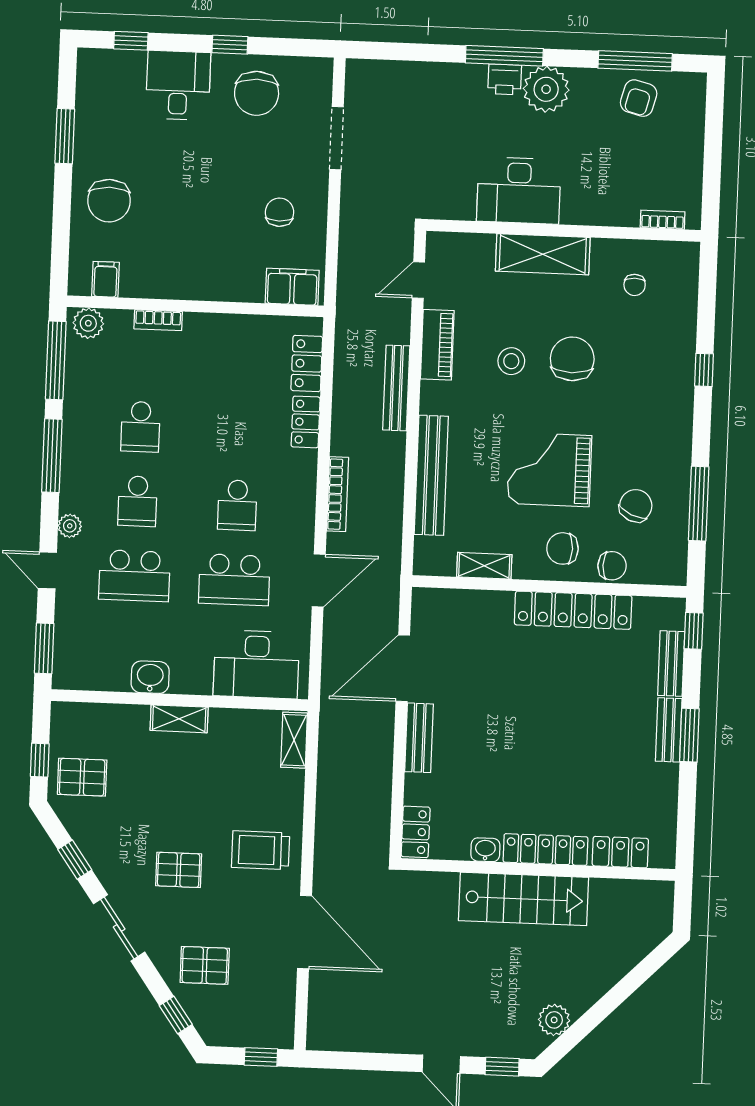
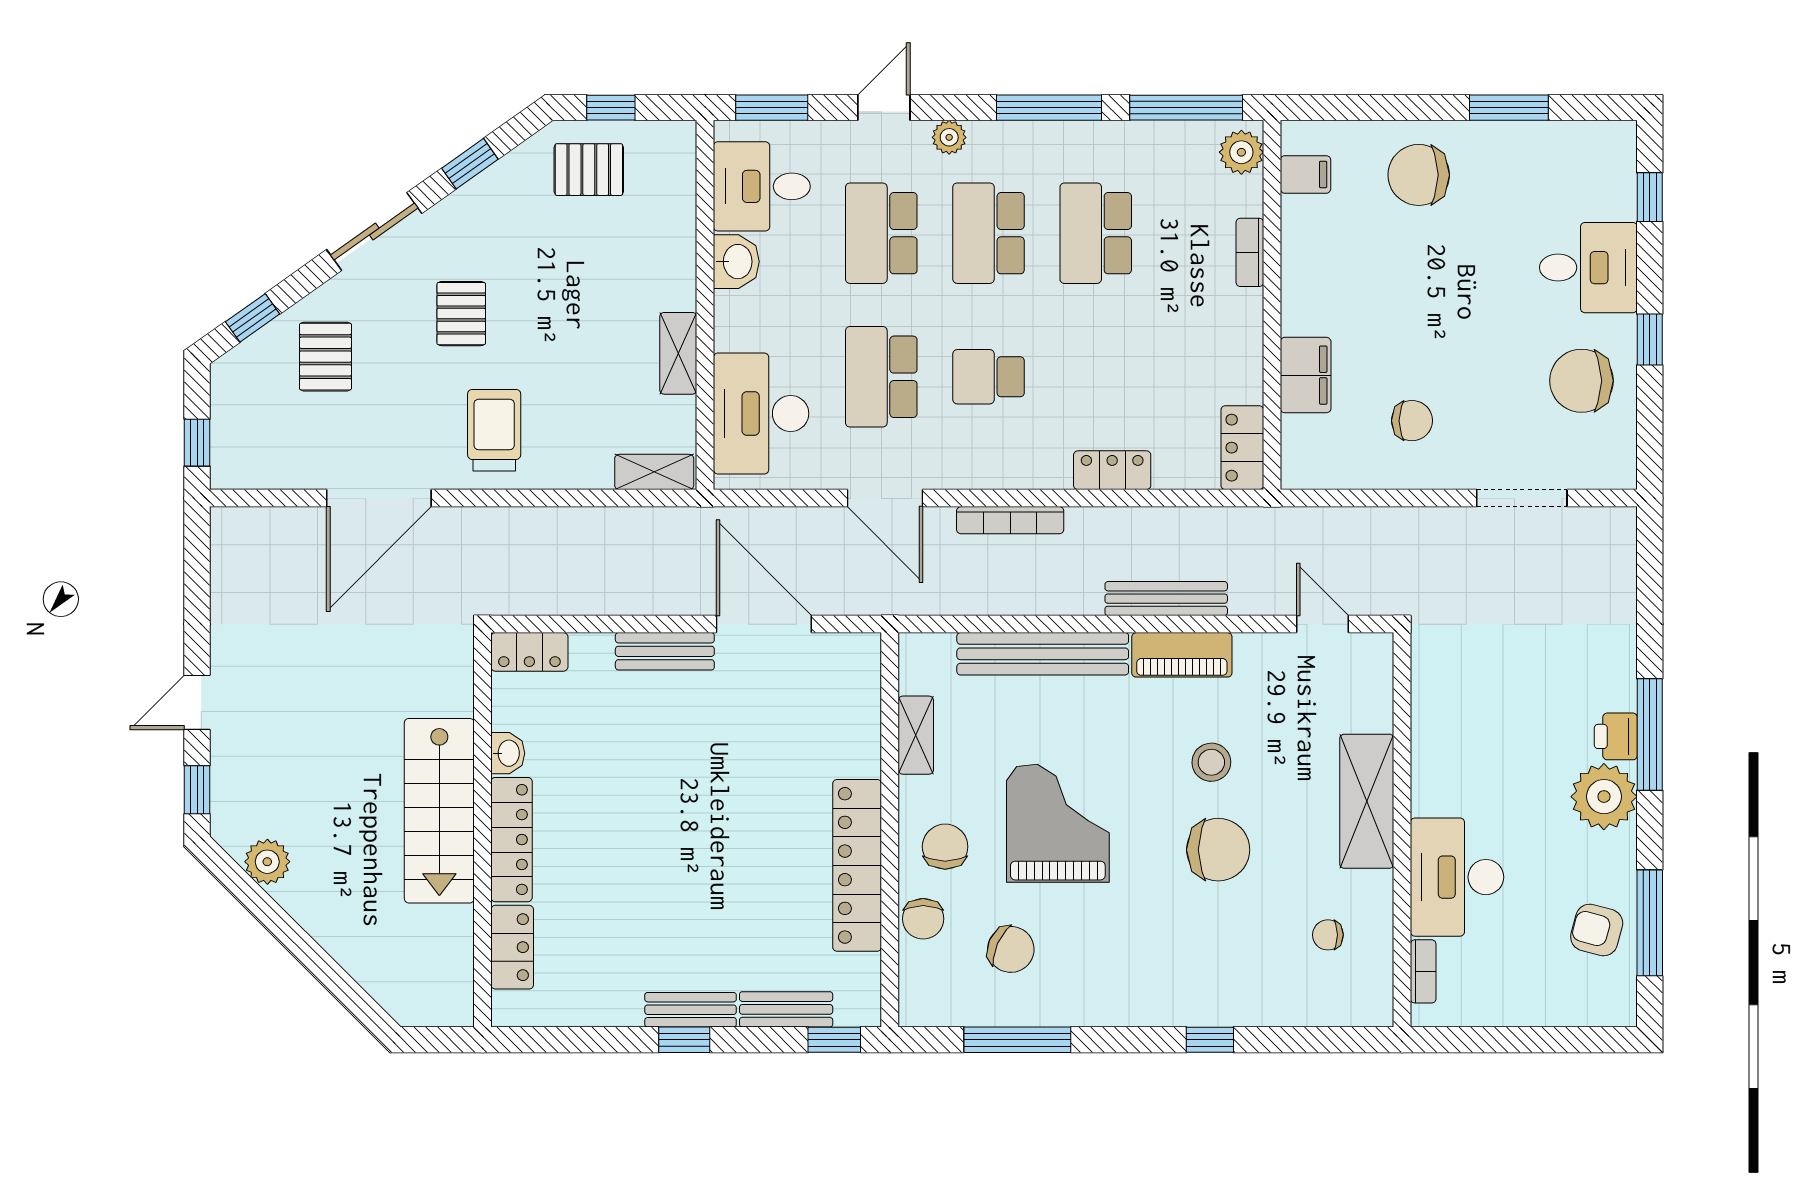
desk: (519, 190) -> (1457, 877), moved
filing cabinet: (292, 287) -> (1306, 375), moved
piano: (437, 345) -> (1182, 655), moved
locker: (307, 363) -> (1242, 448), moved, turned -90
school desk: (140, 427) -> (1096, 233), width x1.85
school desk: (137, 501) -> (989, 233), width x1.85
desk: (99, 657) -> (762, 186), added
shelving: (179, 719) -> (678, 353), moved
window: (689, 735) -> (684, 1040), width x0.67
pallet: (82, 777) -> (589, 170), turned 90

